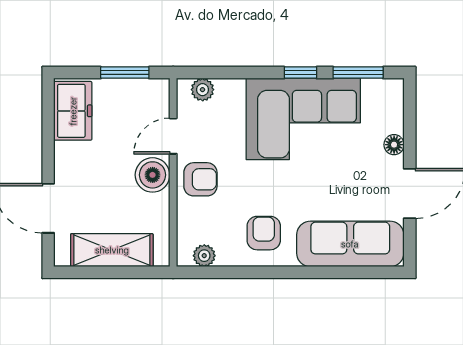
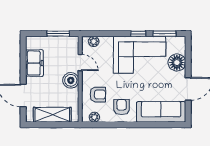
freezer: (73, 111) -> (34, 63), moved
door: (173, 136) -> (80, 63), swing flipped
floor lamp: (394, 145) -> (177, 62), width x1.89, depth x1.89
armchair: (200, 179) -> (98, 95), moved

